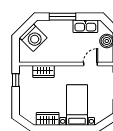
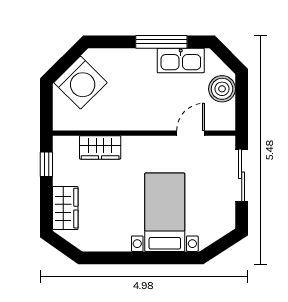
window: (62, 17) -> (161, 42), moved
wardrobe: (48, 119) -> (65, 208), moved, turned 90

